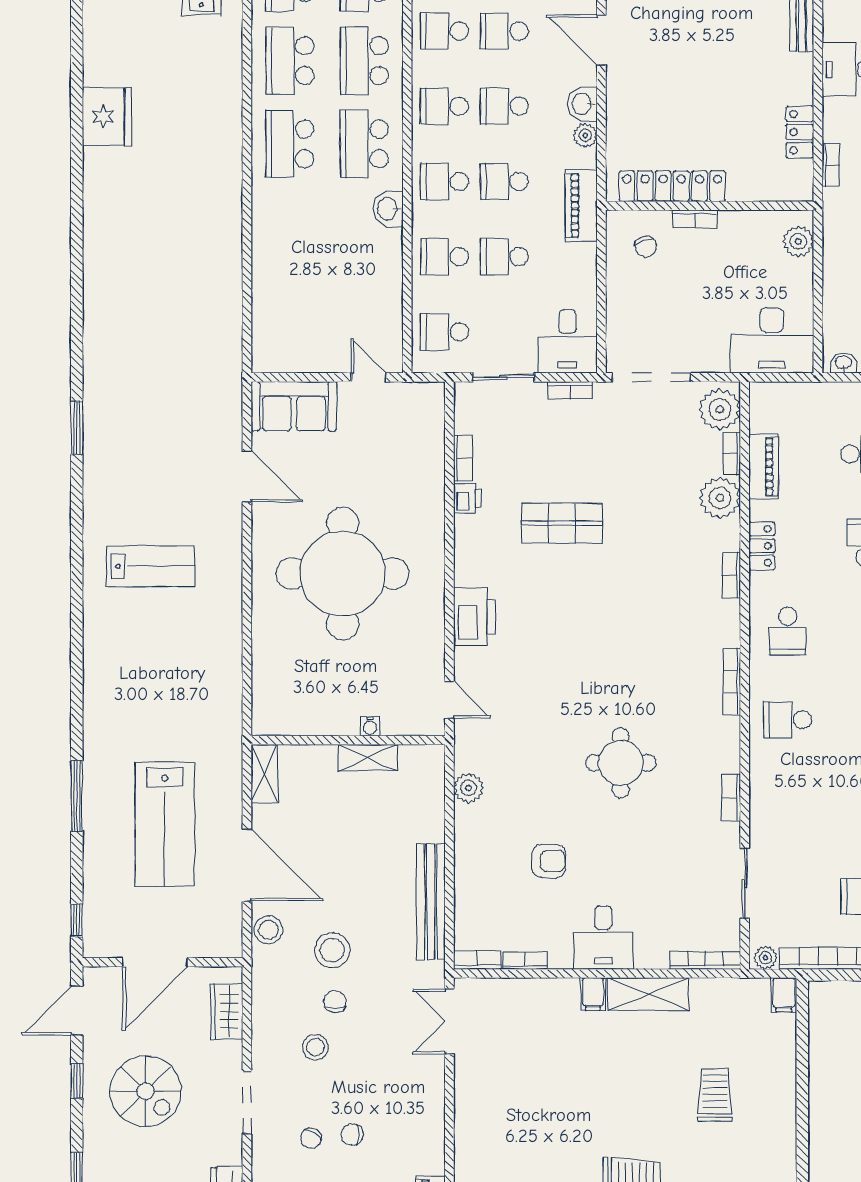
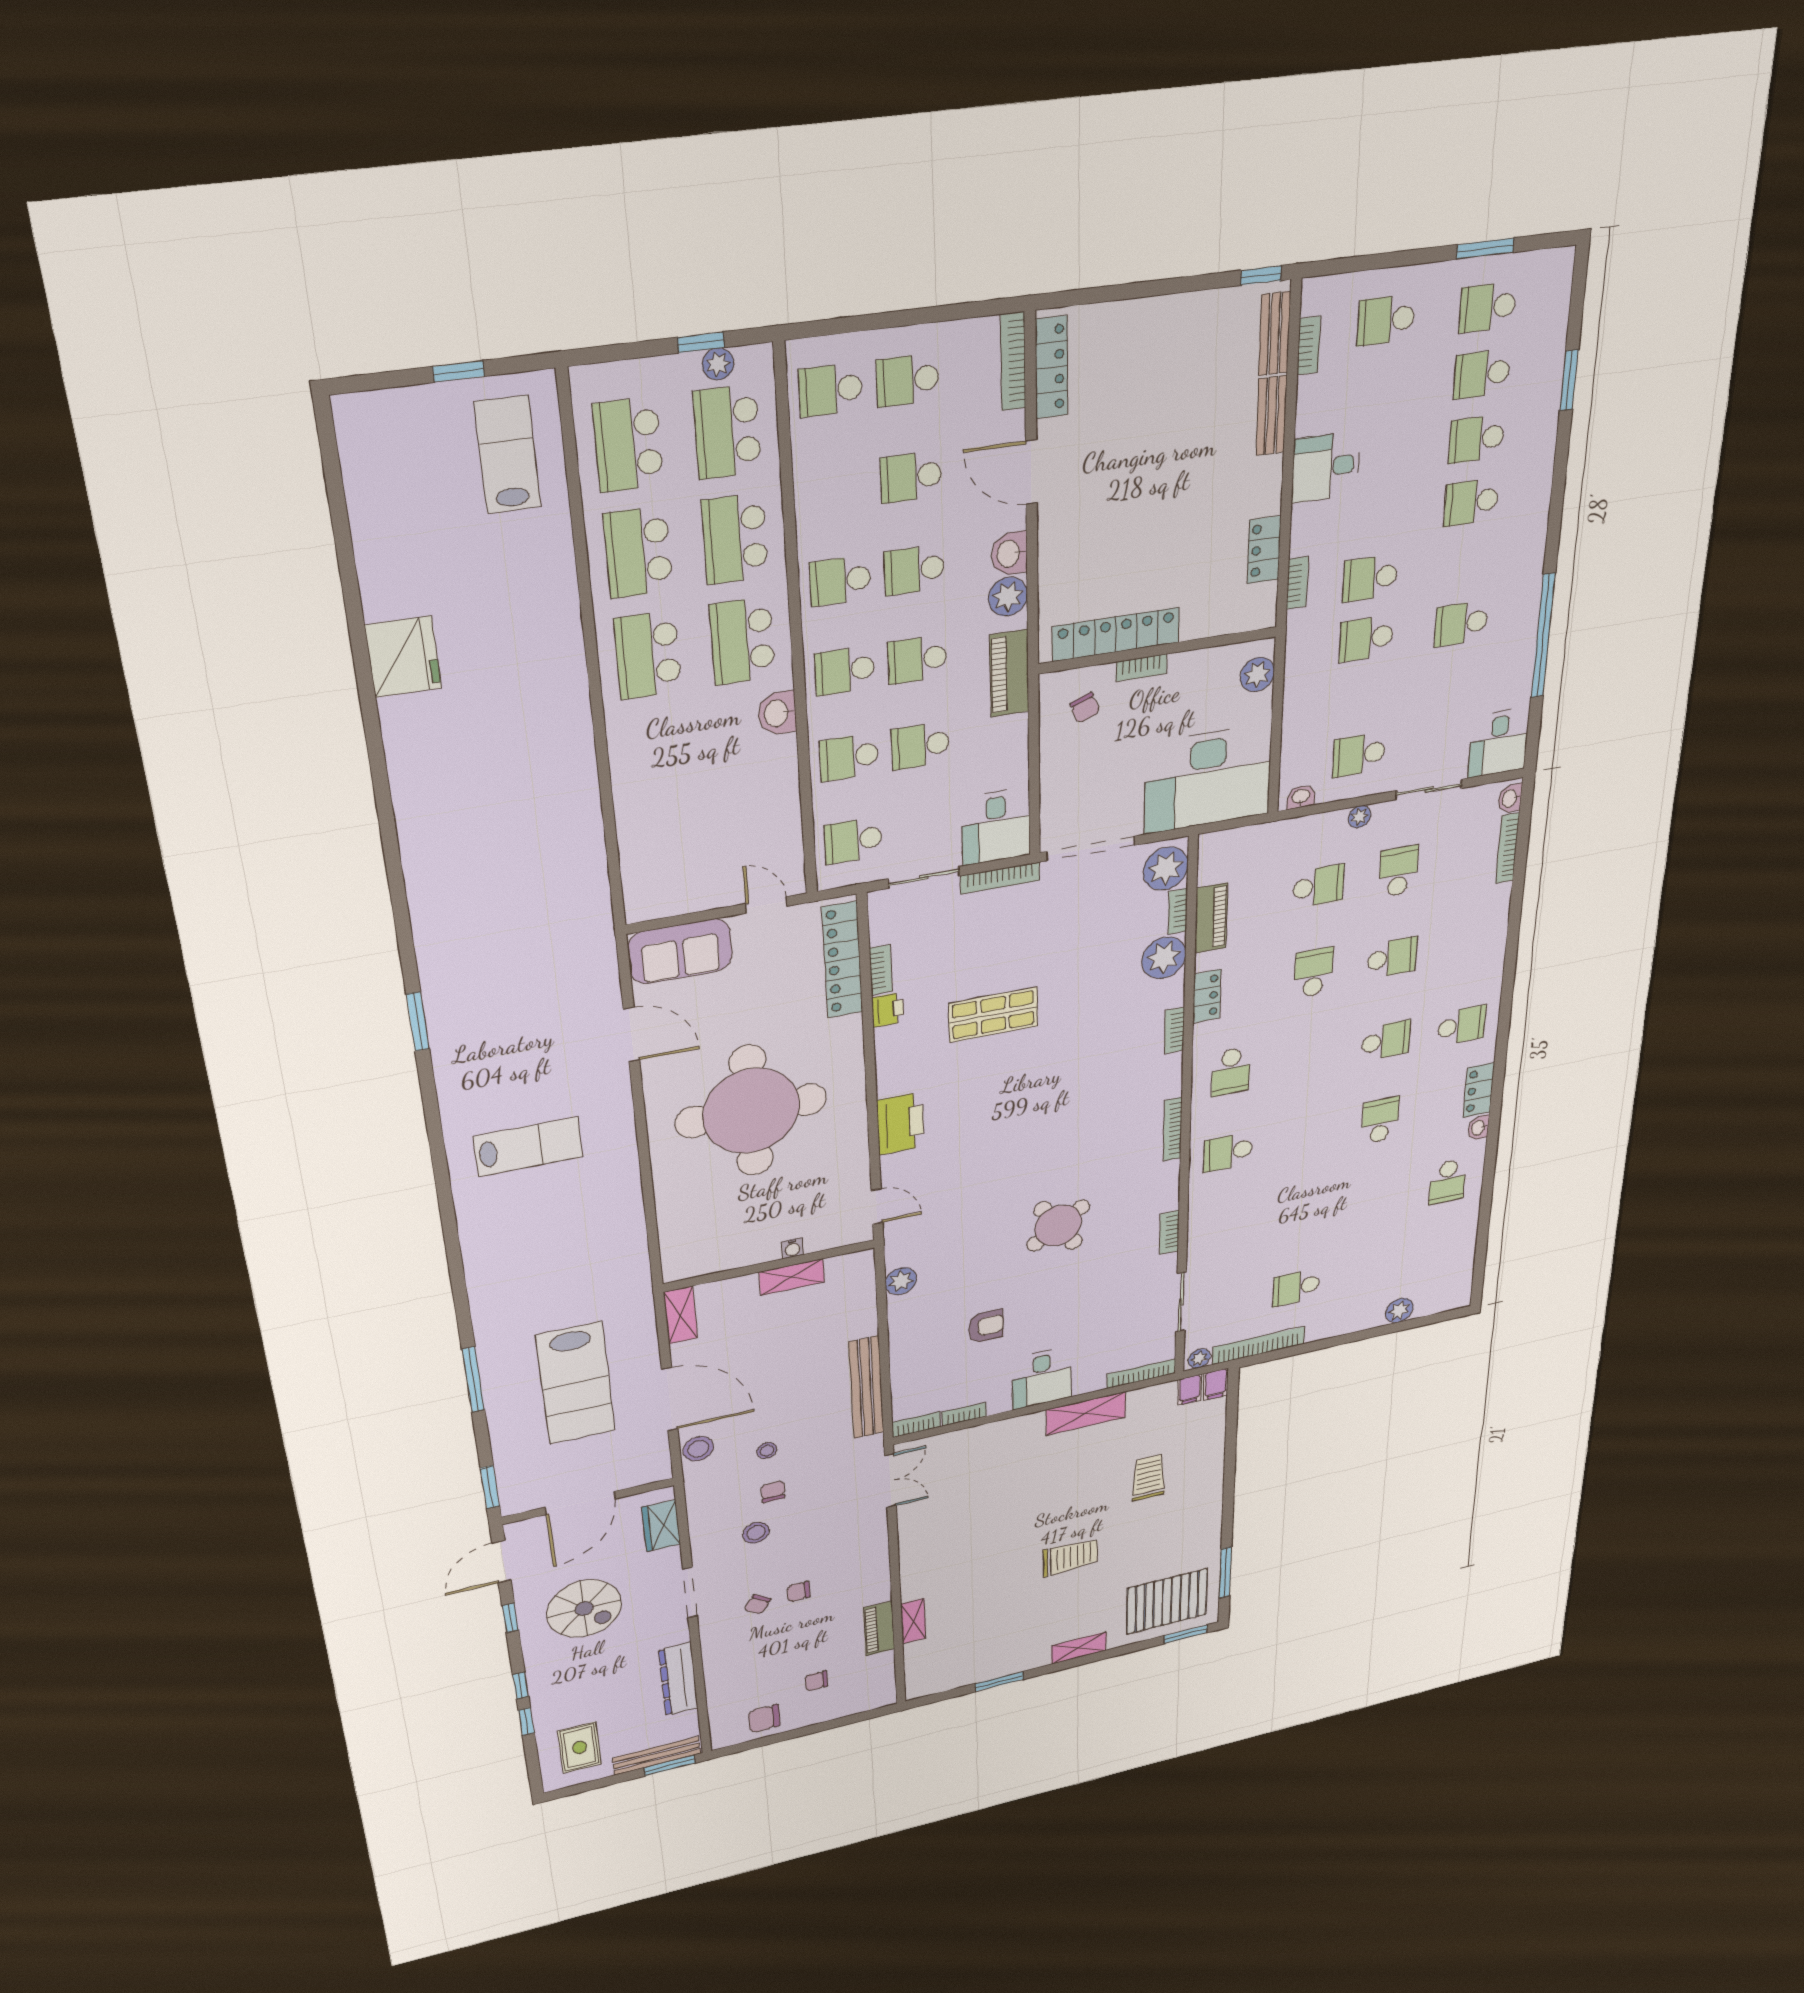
school desk: (445, 31) -> (835, 487), removed
plant: (585, 135) -> (1008, 597), width x1.38, depth x1.38
desk: (772, 340) -> (1208, 779), width x1.36, depth x1.30
bookcase: (570, 390) -> (1000, 878), width x1.56
locker: (430, 442) -> (842, 960), added
round table: (621, 763) -> (1058, 1226), turned -34
window: (77, 920) -> (490, 1487), width x1.50
stool: (332, 950) -> (767, 1450), width x0.53, depth x0.53
filing cabinet: (593, 994) -> (1190, 1390), moved
double door: (449, 1021) -> (890, 1481), swing flipped

